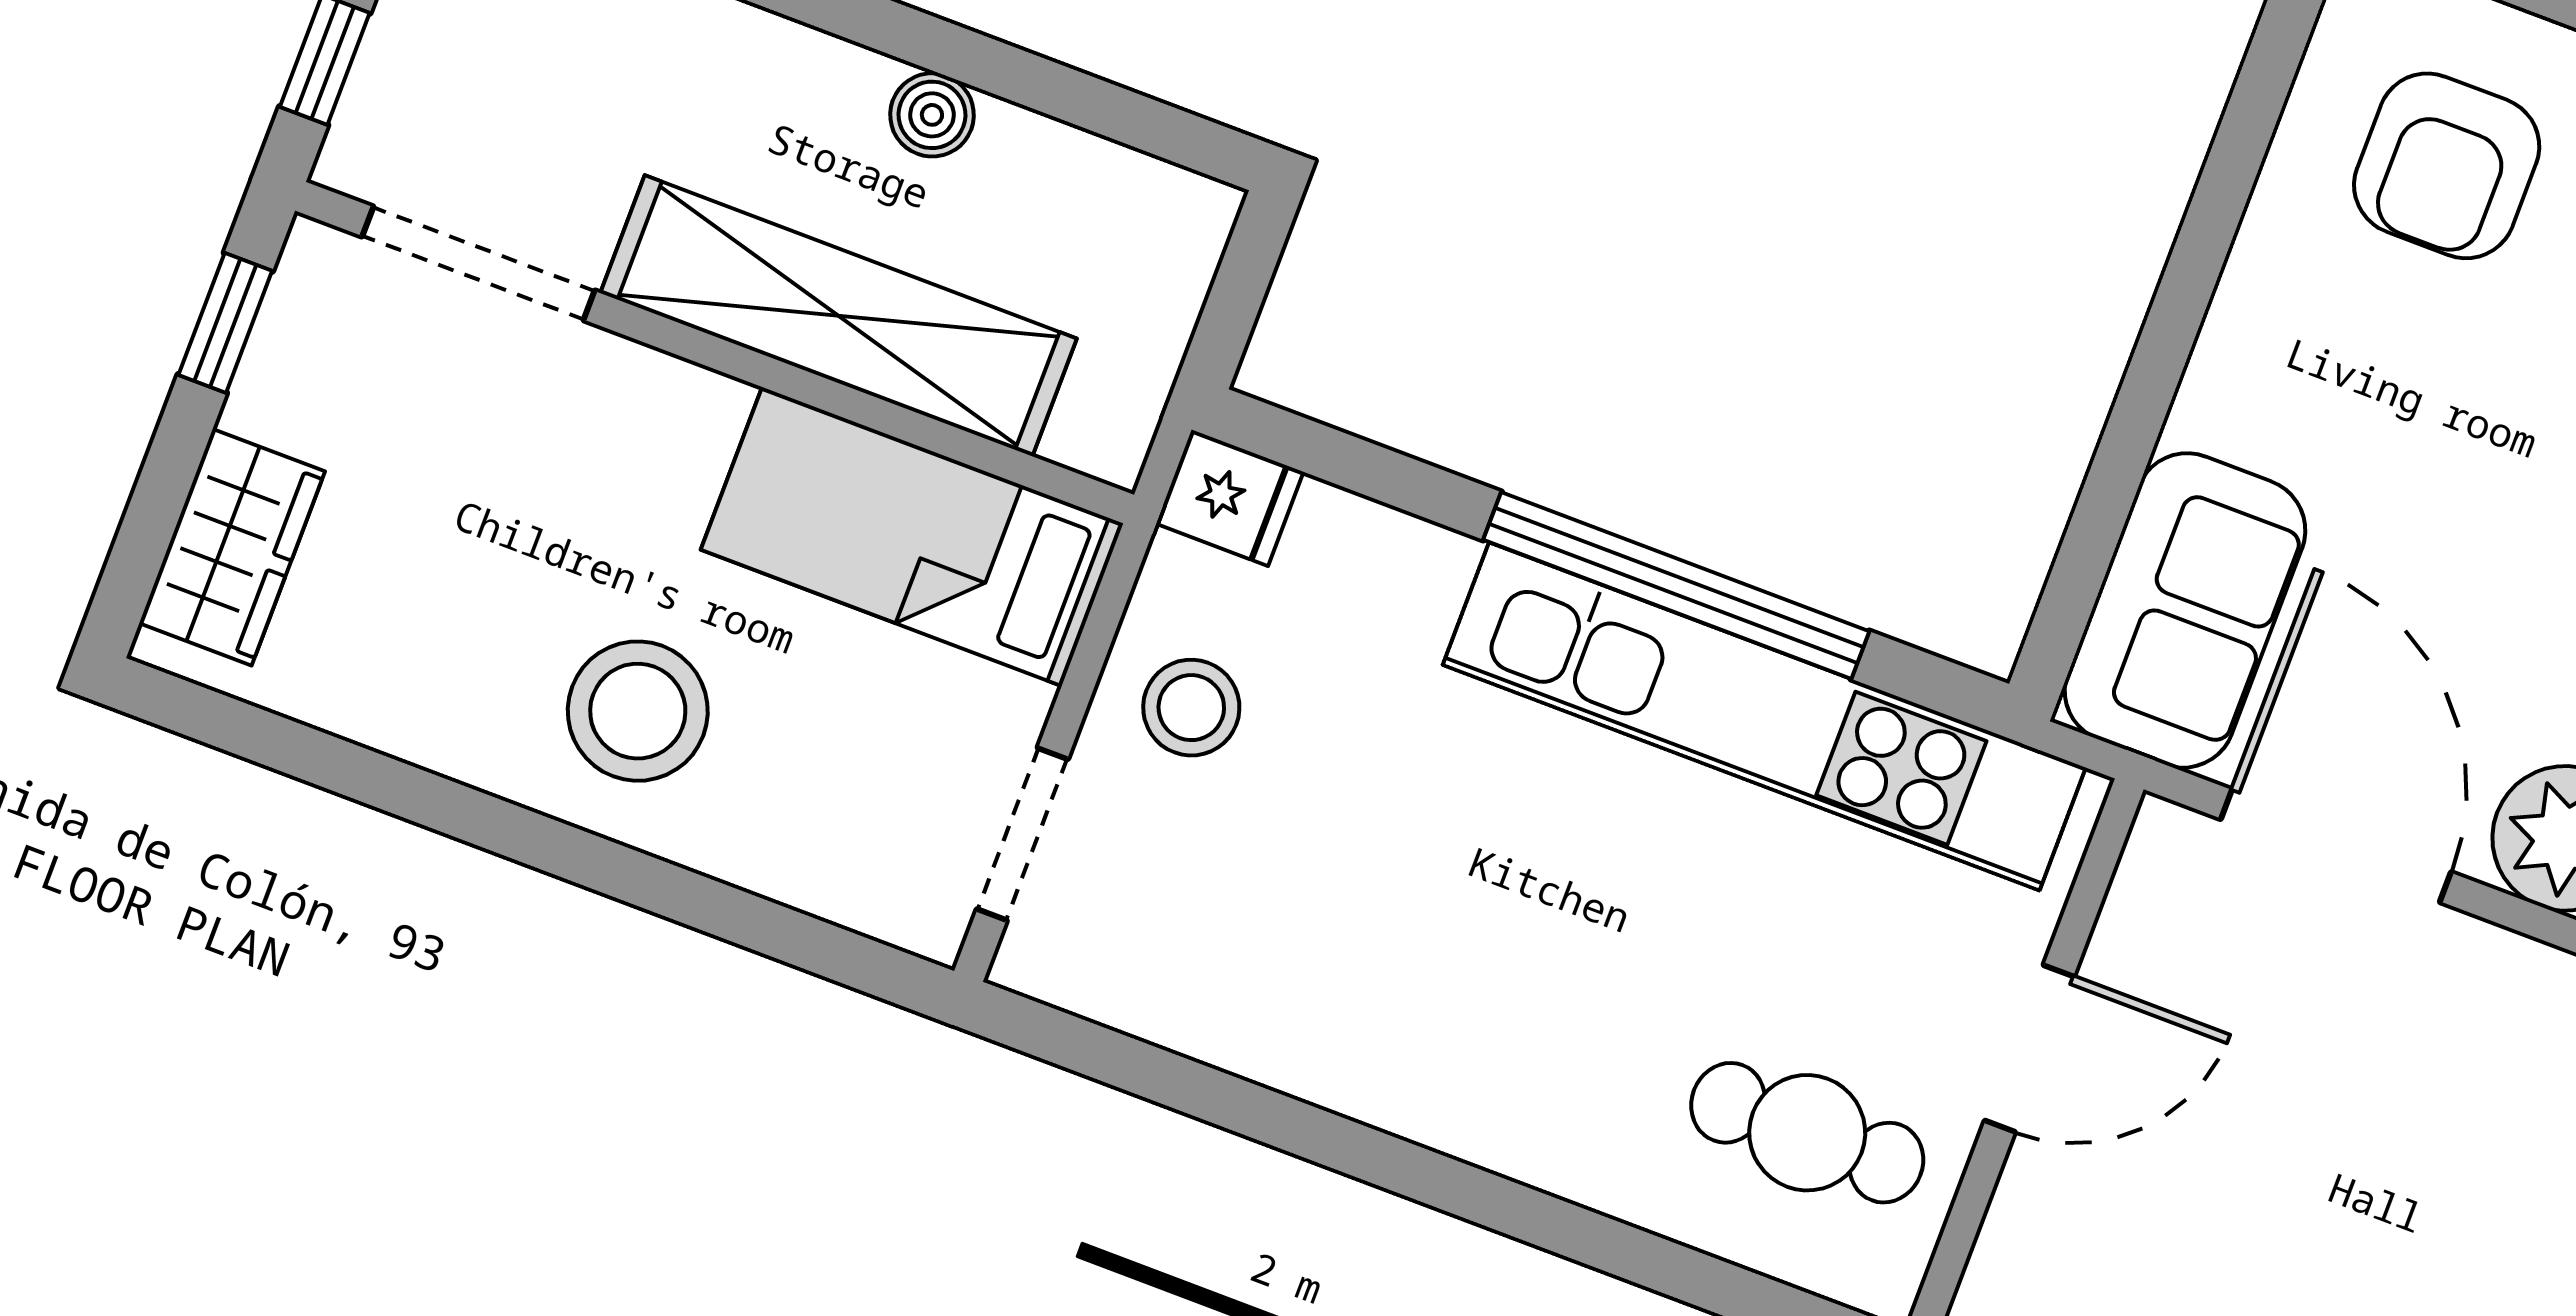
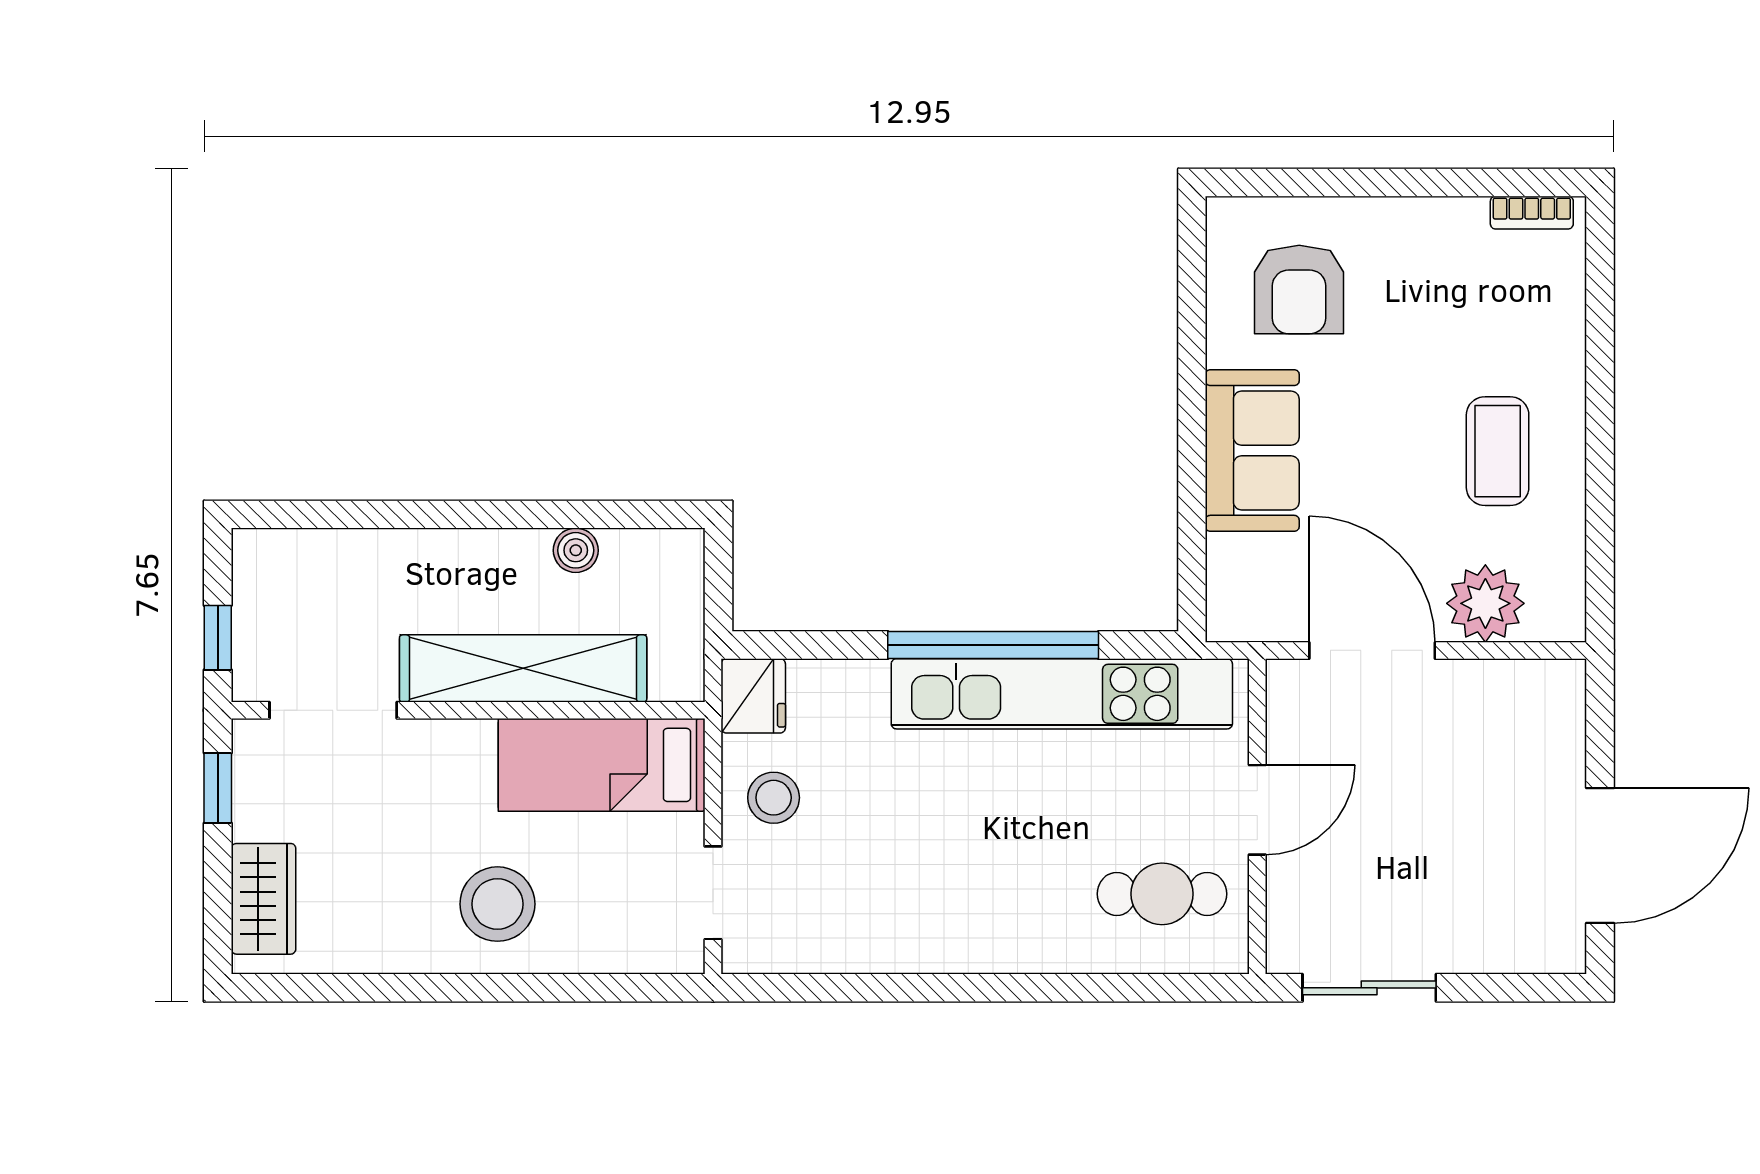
boiler: (932, 115) -> (576, 550), moved
fridge: (1230, 498) -> (753, 696), width x1.38
sofa: (2185, 610) -> (1252, 450), moved

